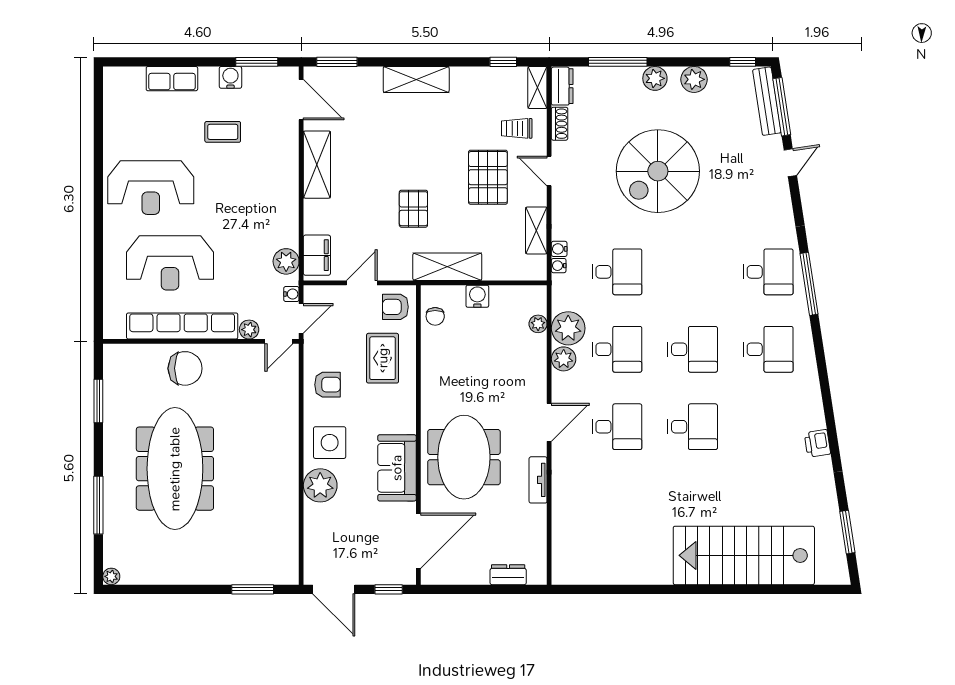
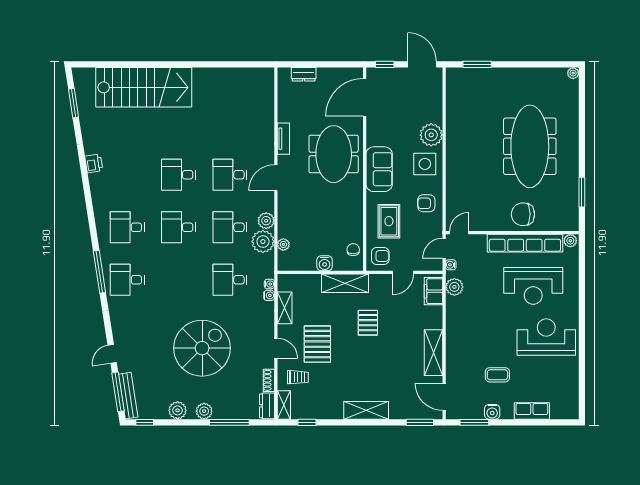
reception desk: (170, 263) -> (533, 286), turned 180
plant: (249, 330) -> (570, 241), moved
sofa: (397, 468) -> (379, 169), moved
window: (98, 505) -> (582, 122), removed

